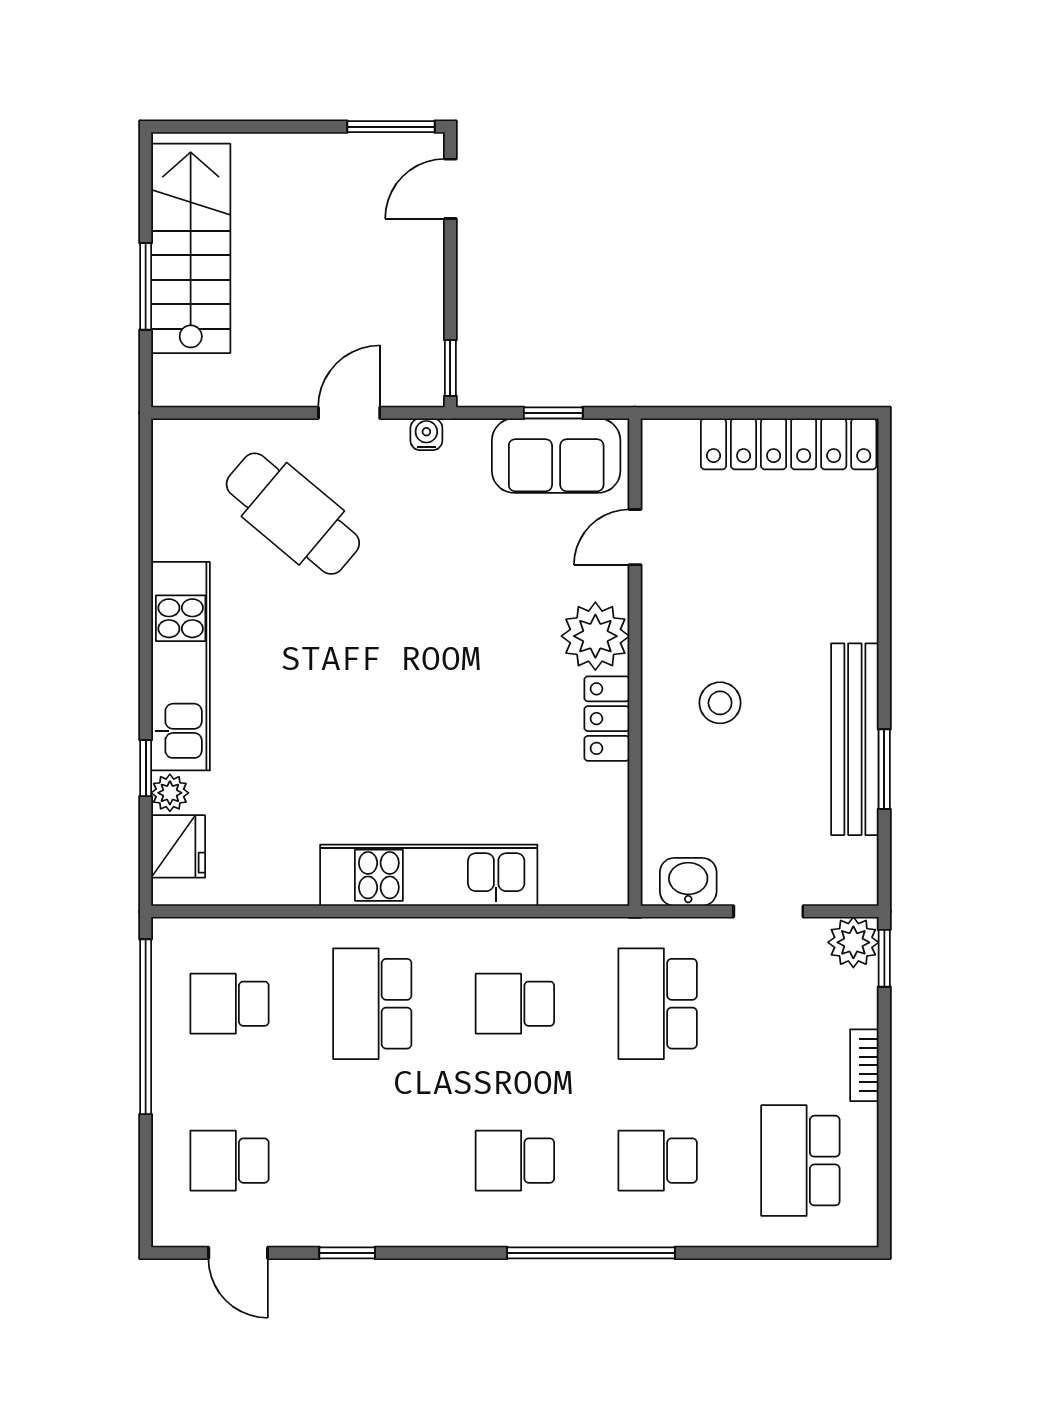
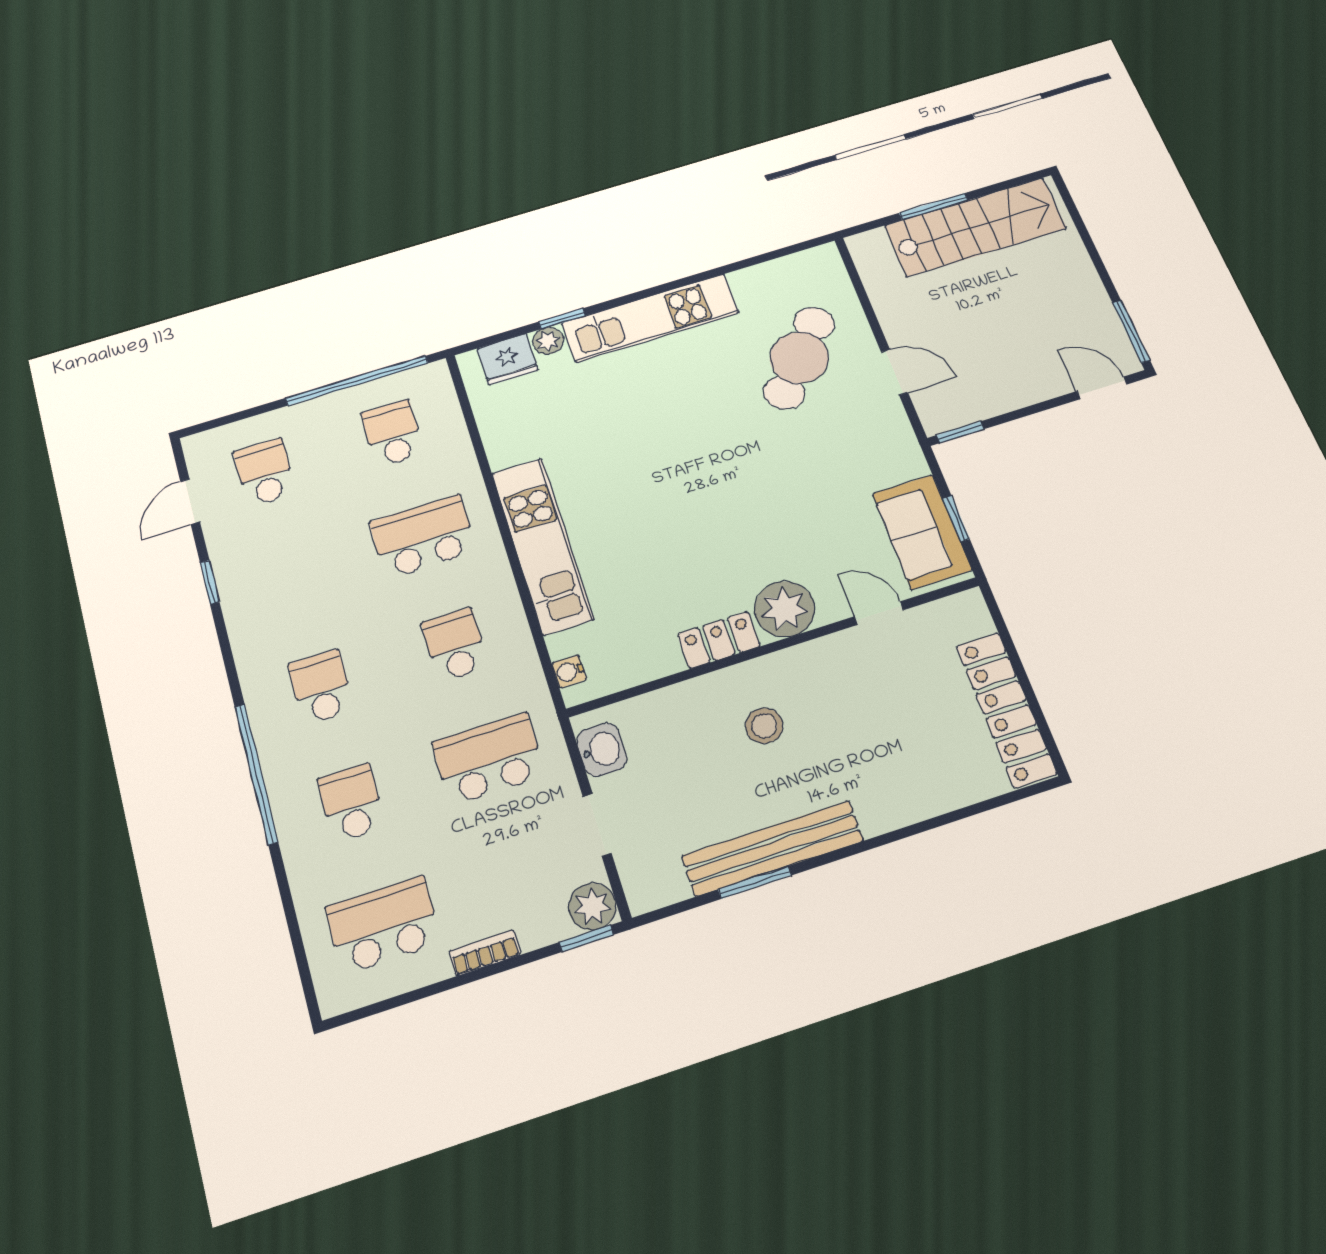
water cooler: (426, 434) -> (569, 671), moved, turned 180

